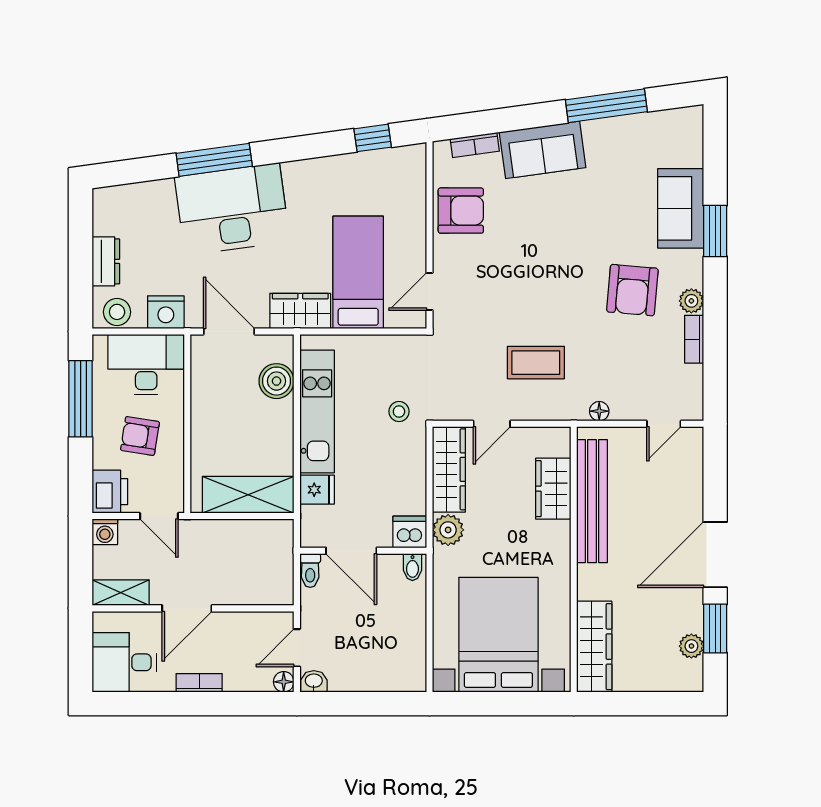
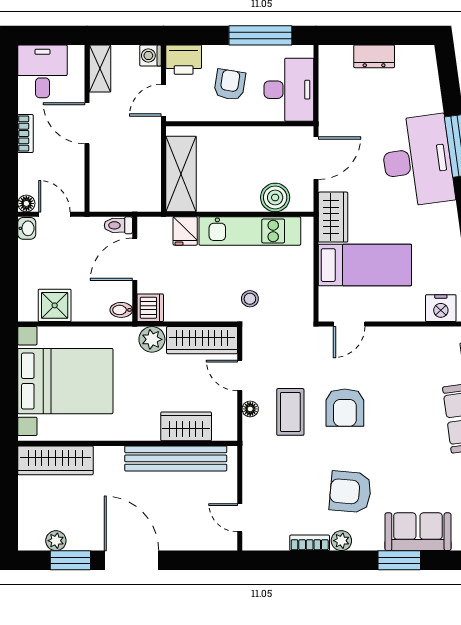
armchair: (461, 211) -> (345, 408), moved
door: (430, 292) -> (349, 324), swing flipped
stool: (117, 312) -> (332, 66), removed
nightstand: (166, 312) -> (441, 308), moved, turned -90
floor lamp: (599, 411) -> (250, 409), moved
shower: (407, 648) -> (55, 305), added

